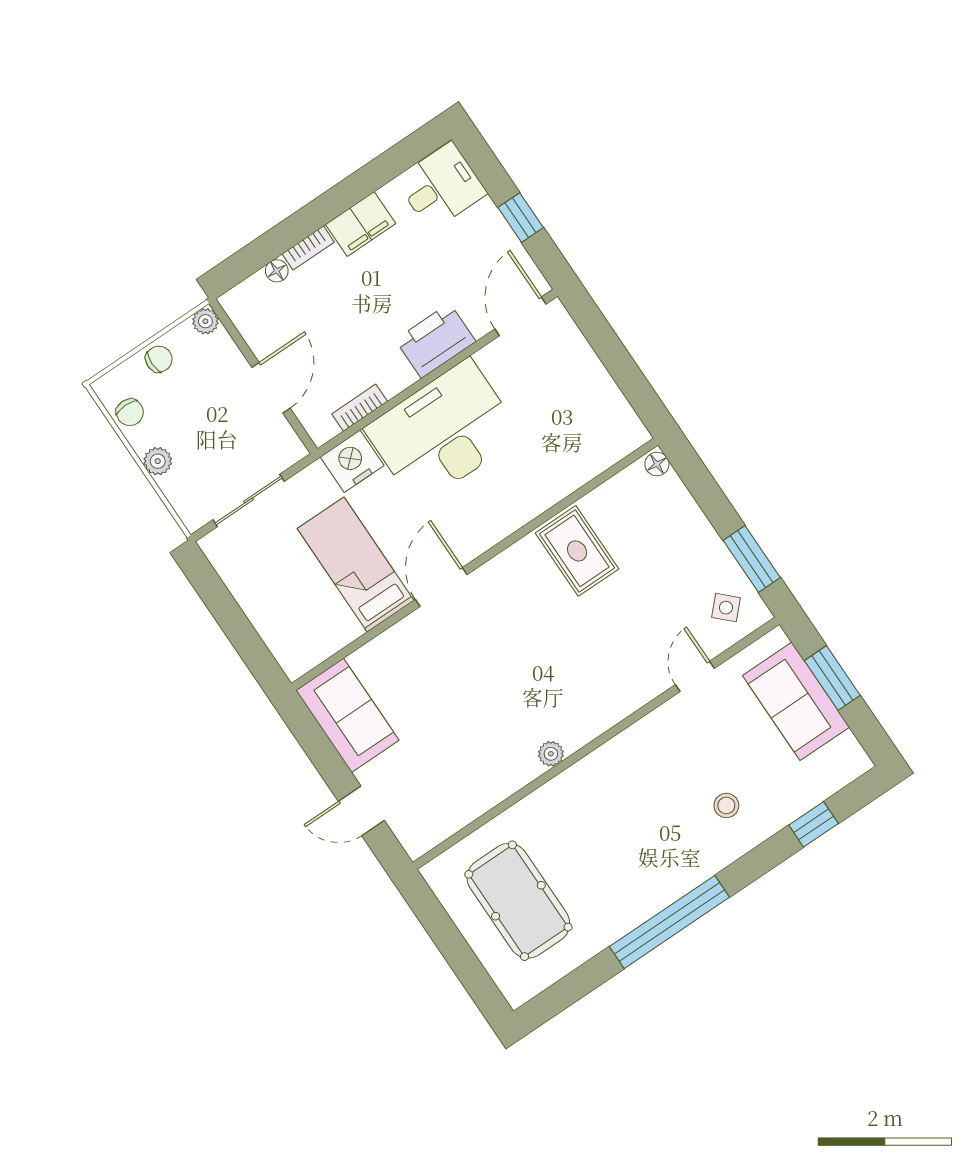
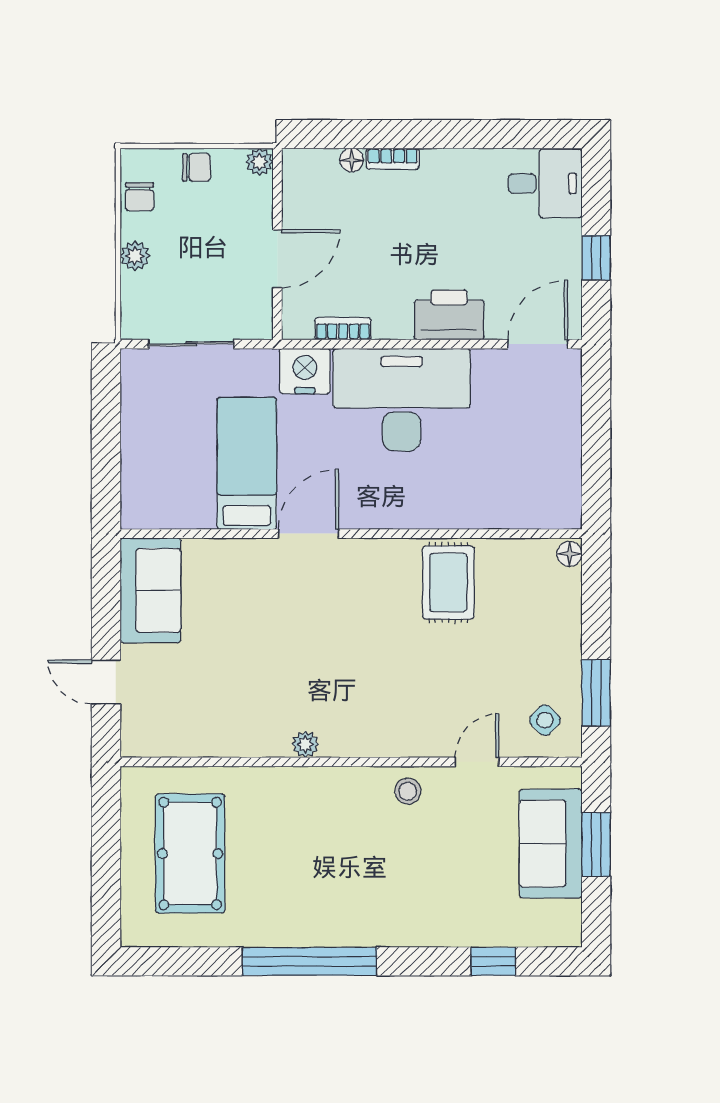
filing cabinet: (361, 224) -> (453, 169), removed
stool: (726, 805) -> (408, 791), moved

